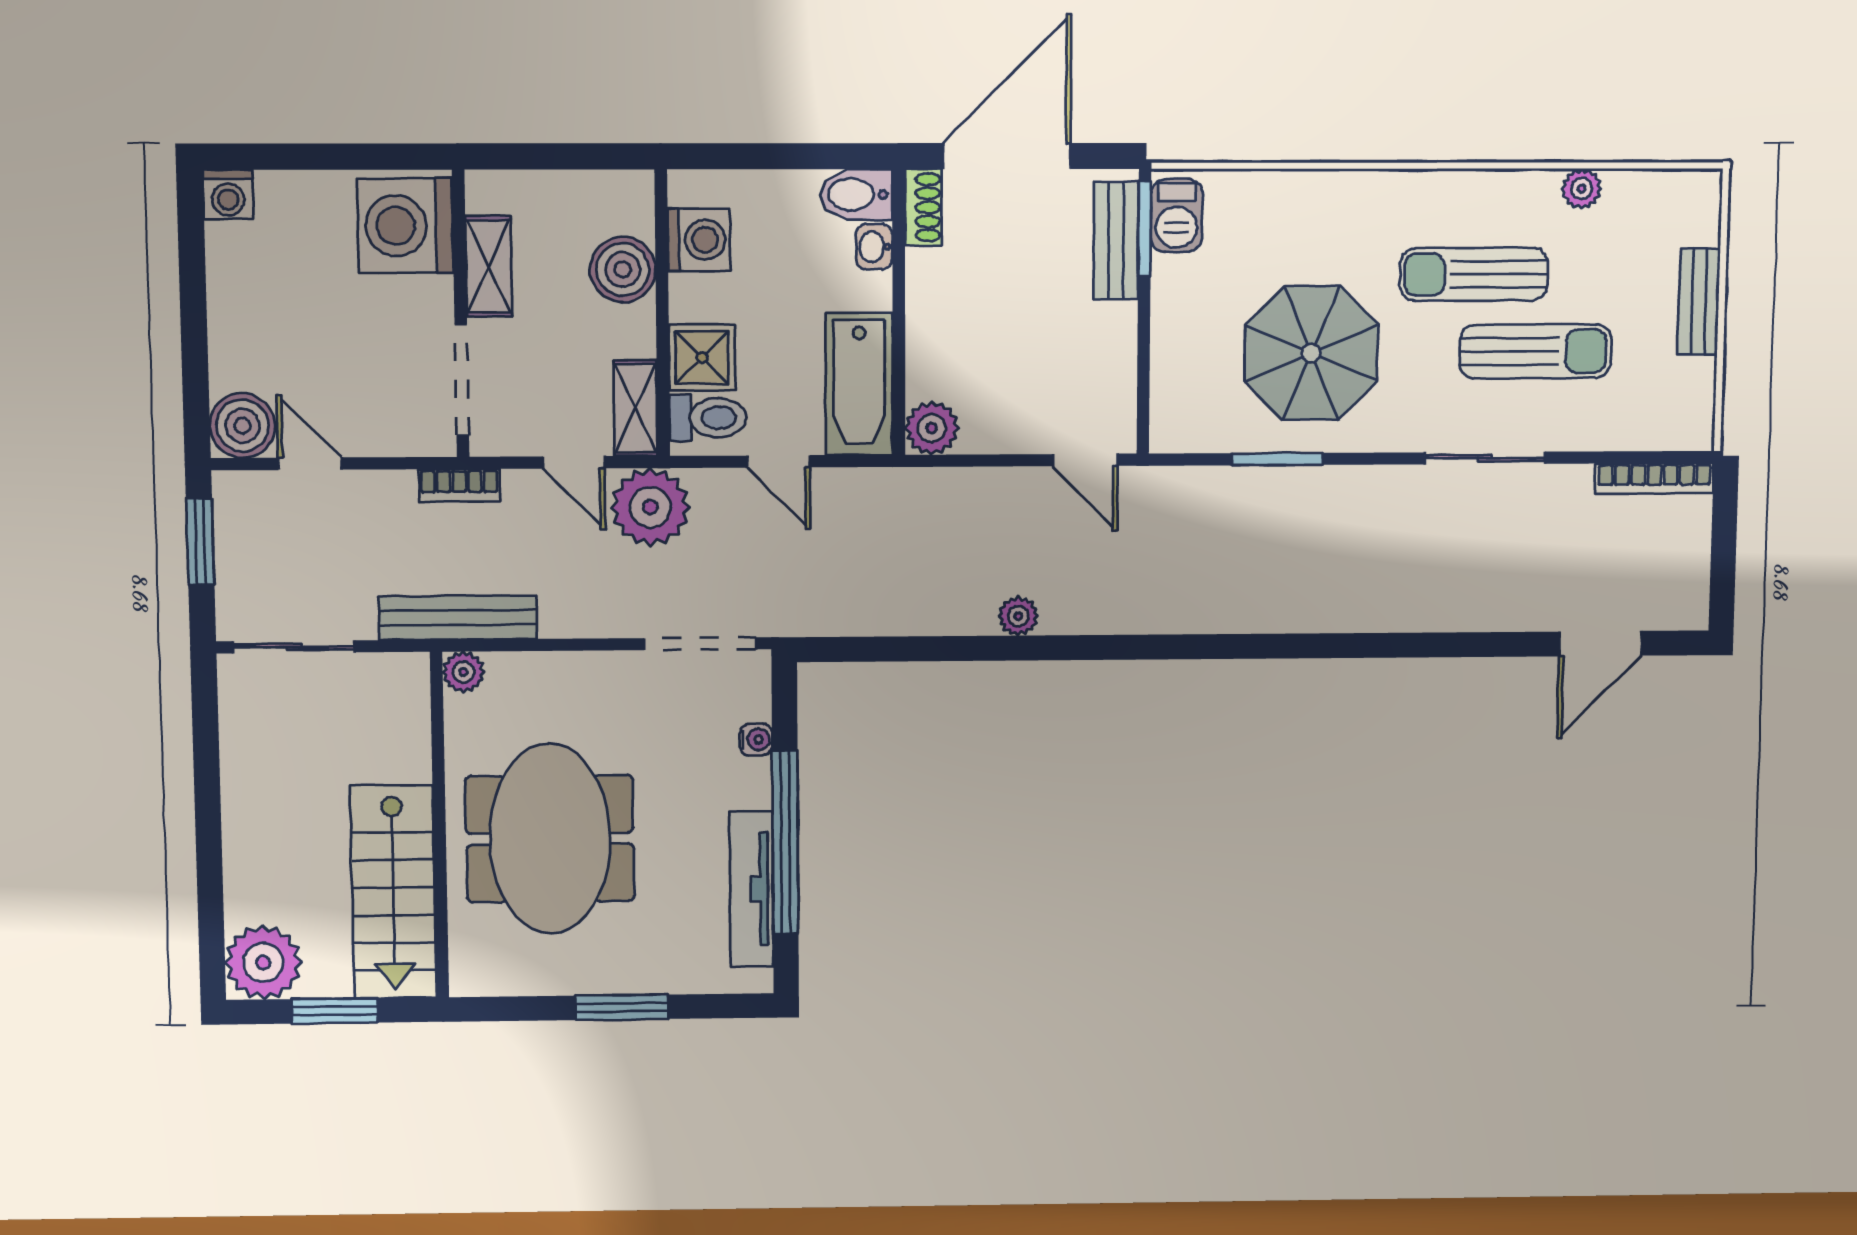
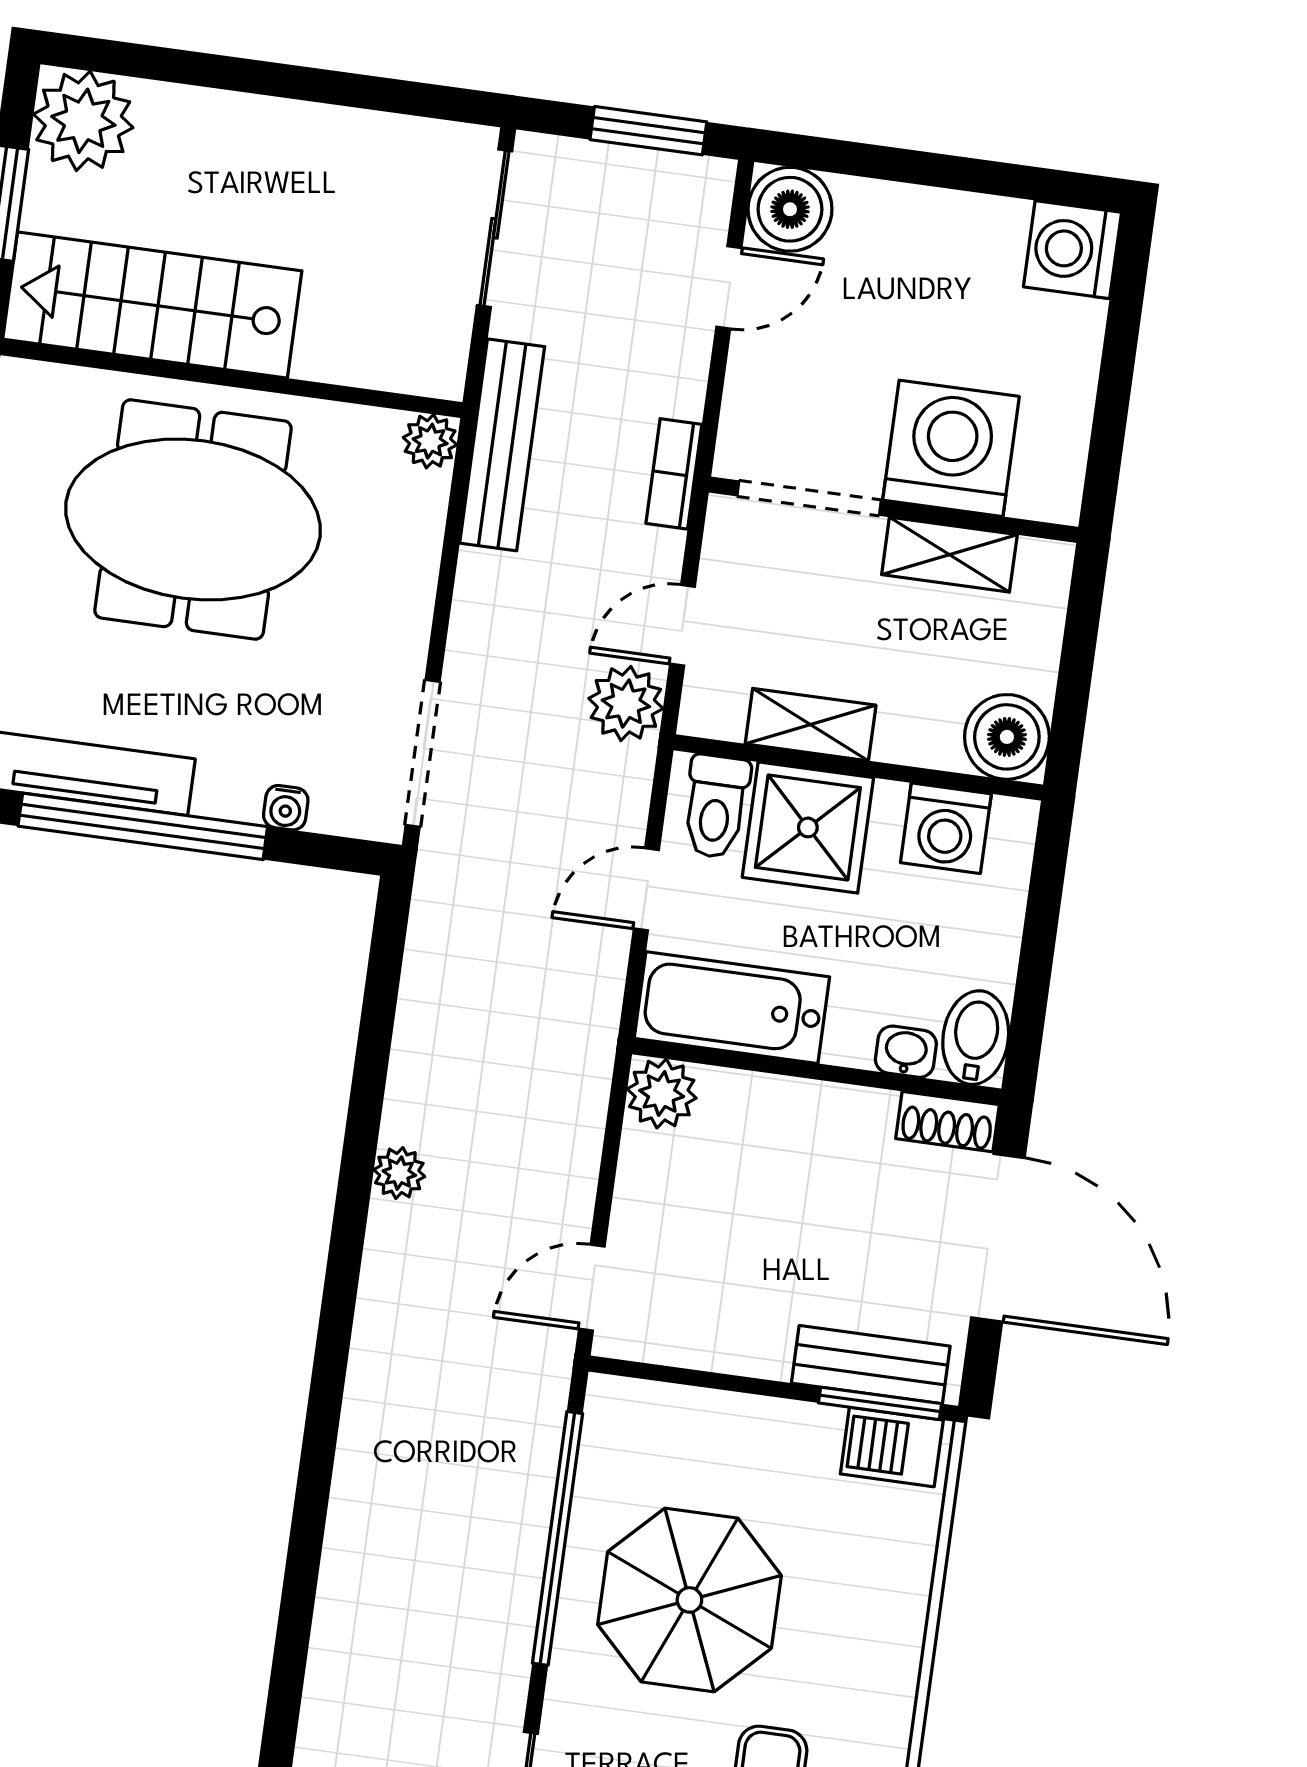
washing machine: (228, 195) -> (1072, 250), width x1.38, depth x1.38
washing machine: (405, 226) -> (951, 448), moved
boiler: (623, 270) -> (1007, 737), moved
shower: (702, 358) -> (808, 827), width x1.36, depth x1.36
shelving: (635, 408) -> (811, 725), moved
window: (1277, 459) -> (557, 1538), width x2.11
plant: (650, 507) -> (626, 703), width x0.73, depth x0.73

